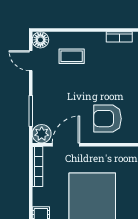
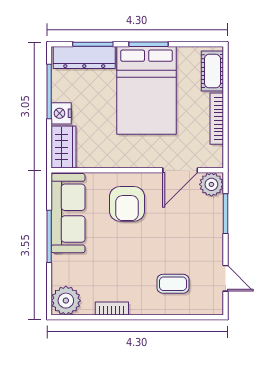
floor lamp: (40, 40) -> (213, 305), removed
armchair: (107, 119) -> (127, 204), turned 90
bookcase: (37, 166) -> (217, 119), moved

